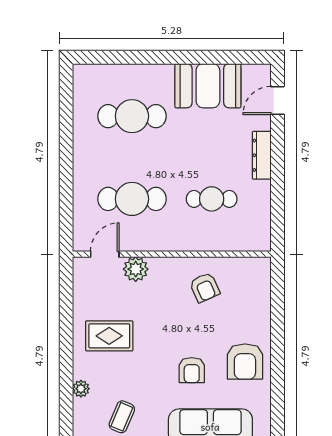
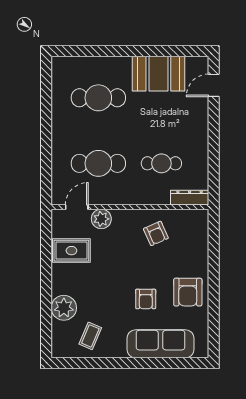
dresser: (262, 155) -> (190, 198), moved, turned 90
rug: (109, 336) -> (71, 251), moved
plant: (81, 389) -> (64, 308), width x1.87, depth x1.87

